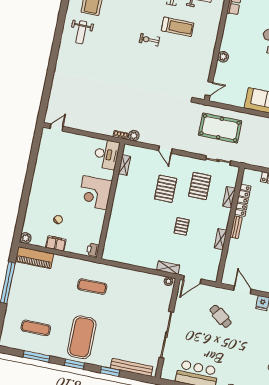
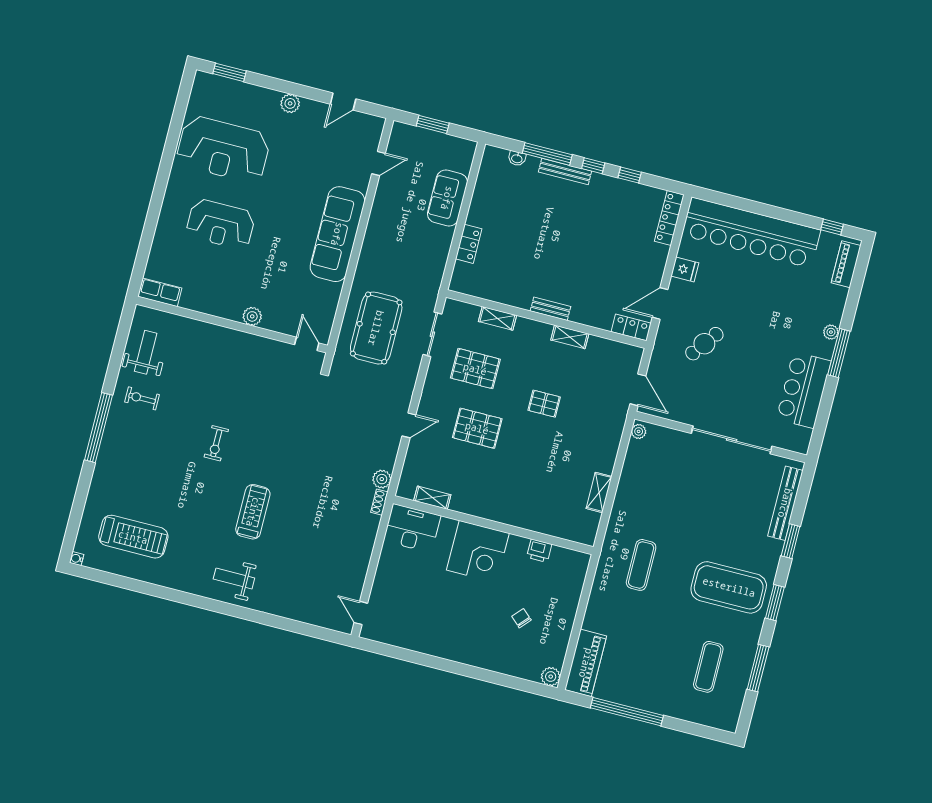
treadmill: (178, 27) -> (253, 512), moved
weight bench: (81, 32) -> (234, 579), moved, turned 180
locker: (243, 200) -> (631, 327), moved, width x0.66
filing cabinet: (56, 243) -> (563, 624), removed
printer: (93, 250) -> (539, 551), moved
shelving: (168, 268) -> (599, 492), moved

